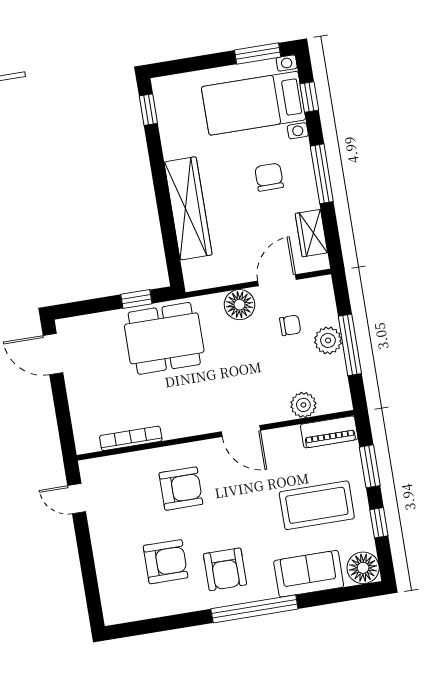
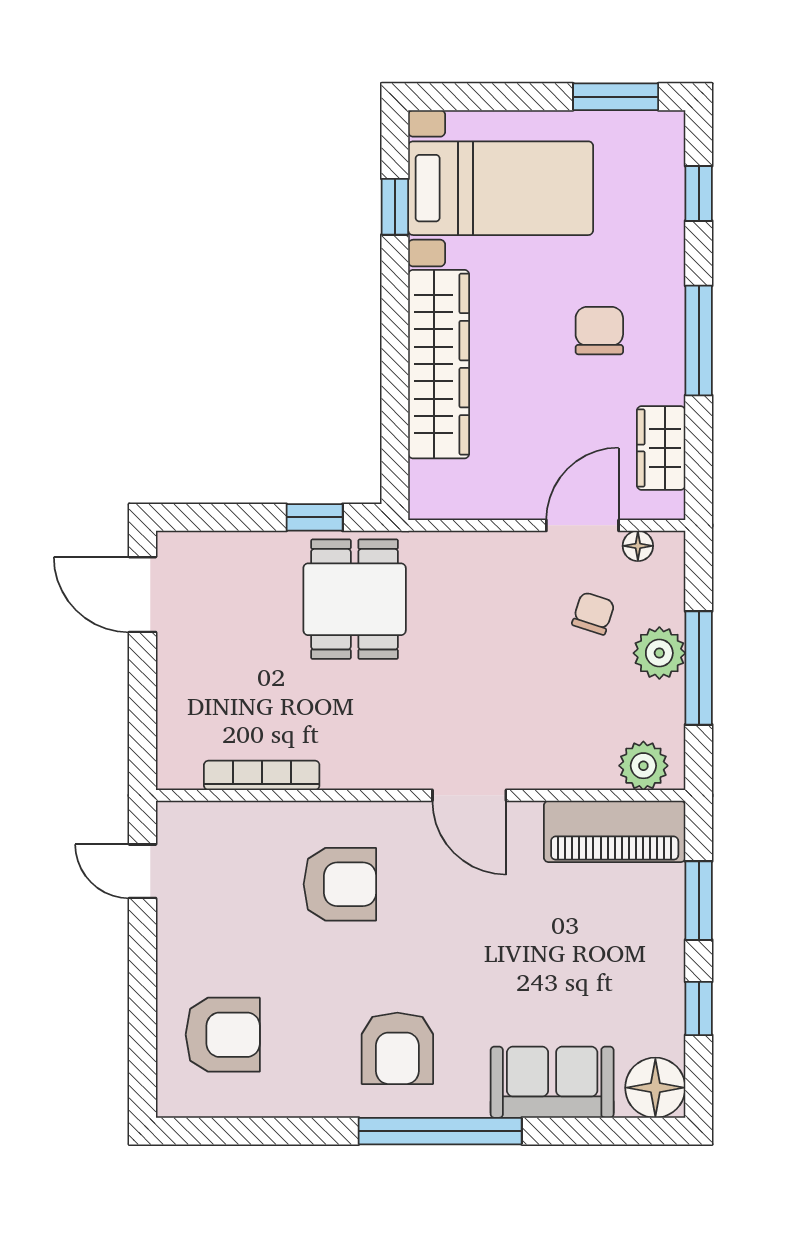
bed with nightstands: (254, 103) -> (501, 188), moved, turned 180
window: (148, 110) -> (395, 207), moved
floor lamp: (240, 305) -> (638, 546), moved, width x0.53, depth x0.53
chair: (290, 325) -> (593, 613), turned -72
dining table: (164, 338) -> (355, 599), width x0.73
plant: (303, 405) -> (643, 766), moved
piano: (329, 432) -> (615, 831), width x1.37, depth x1.33
coffee table: (317, 505) -> (588, 957), removed
armchair: (166, 562) -> (223, 1035), moved

